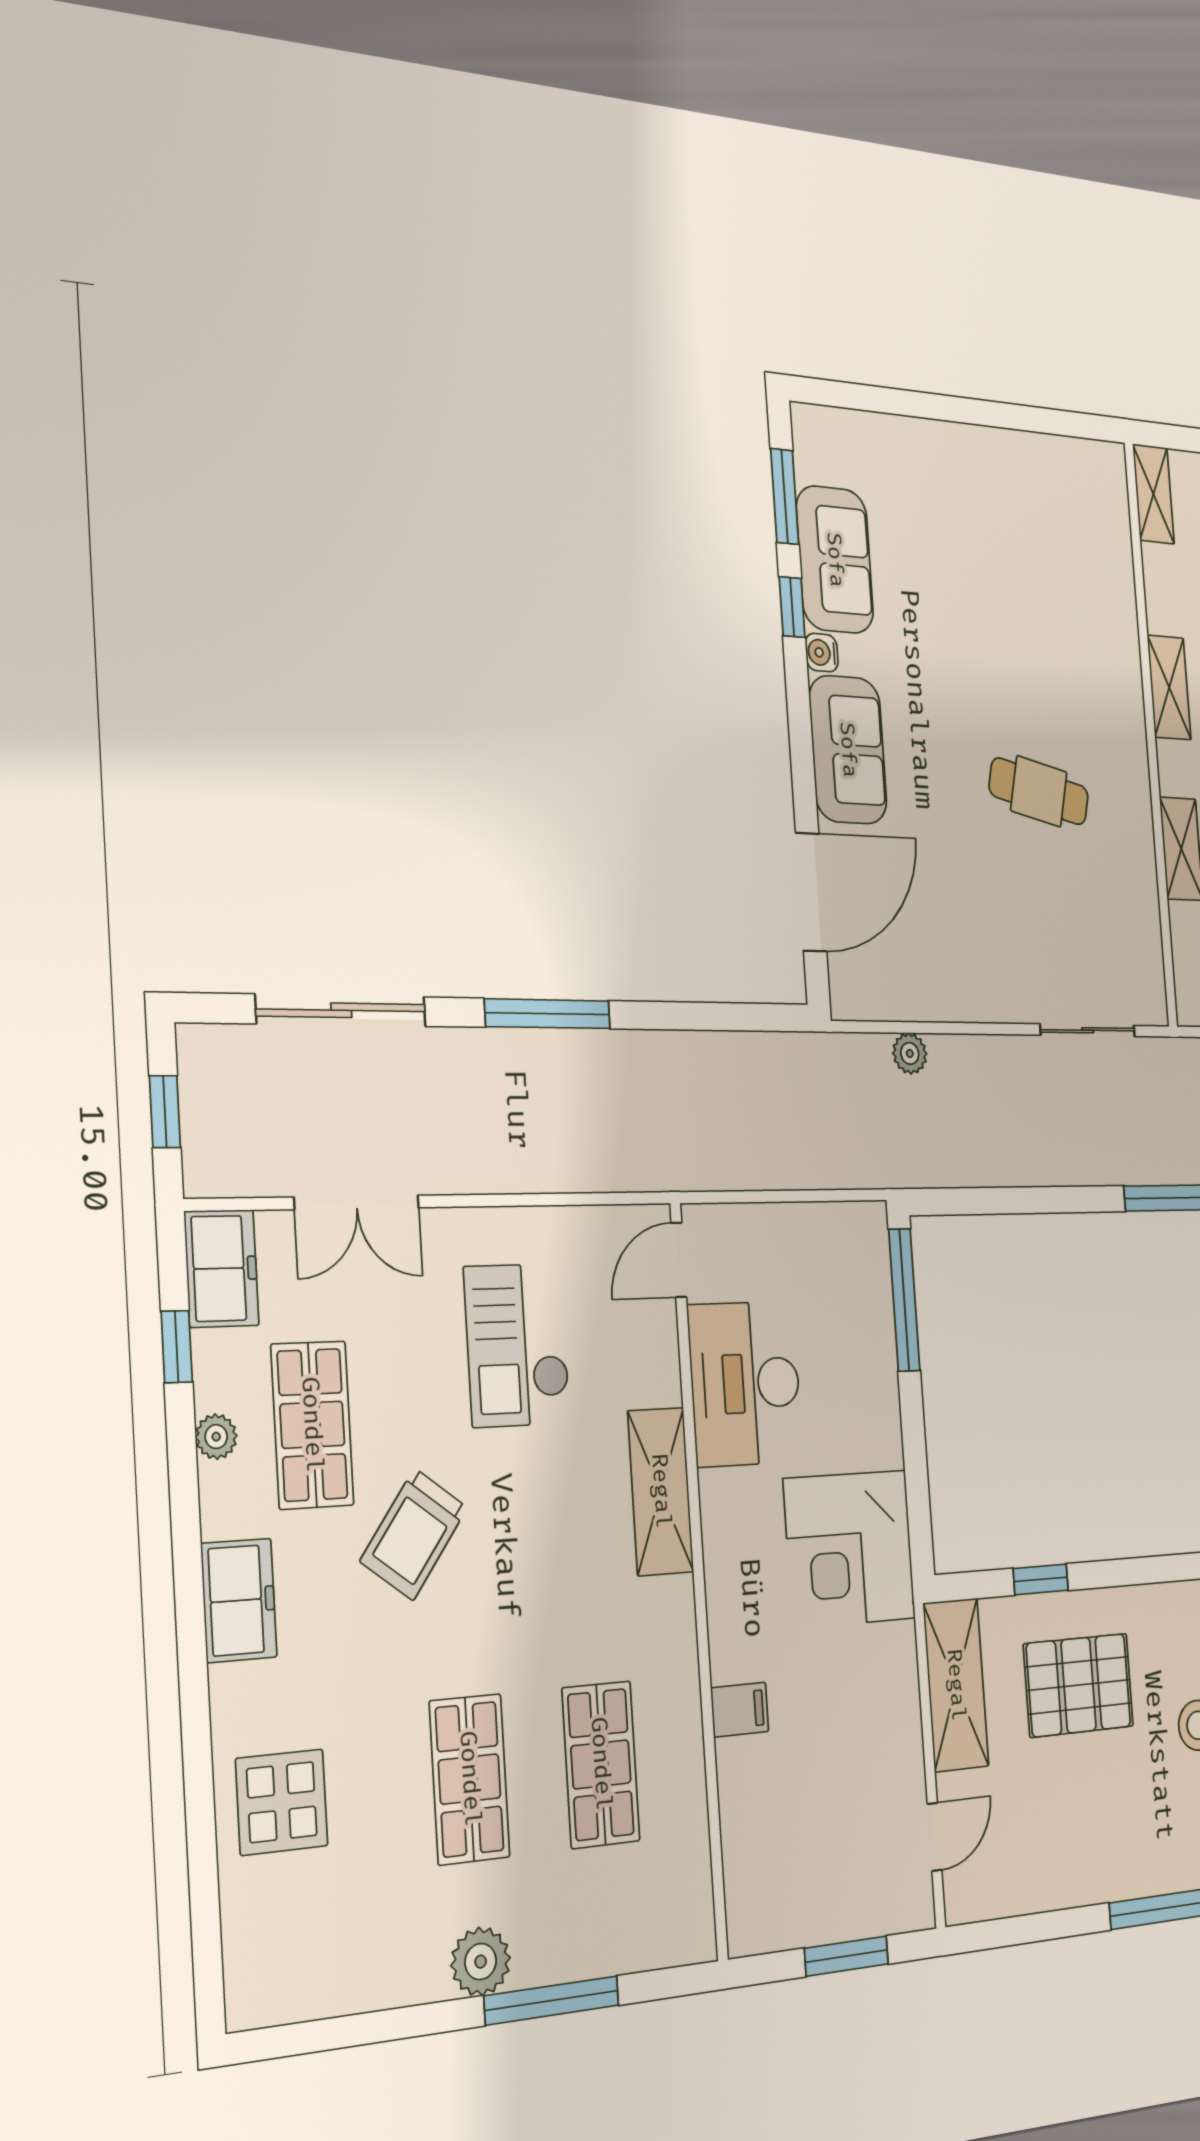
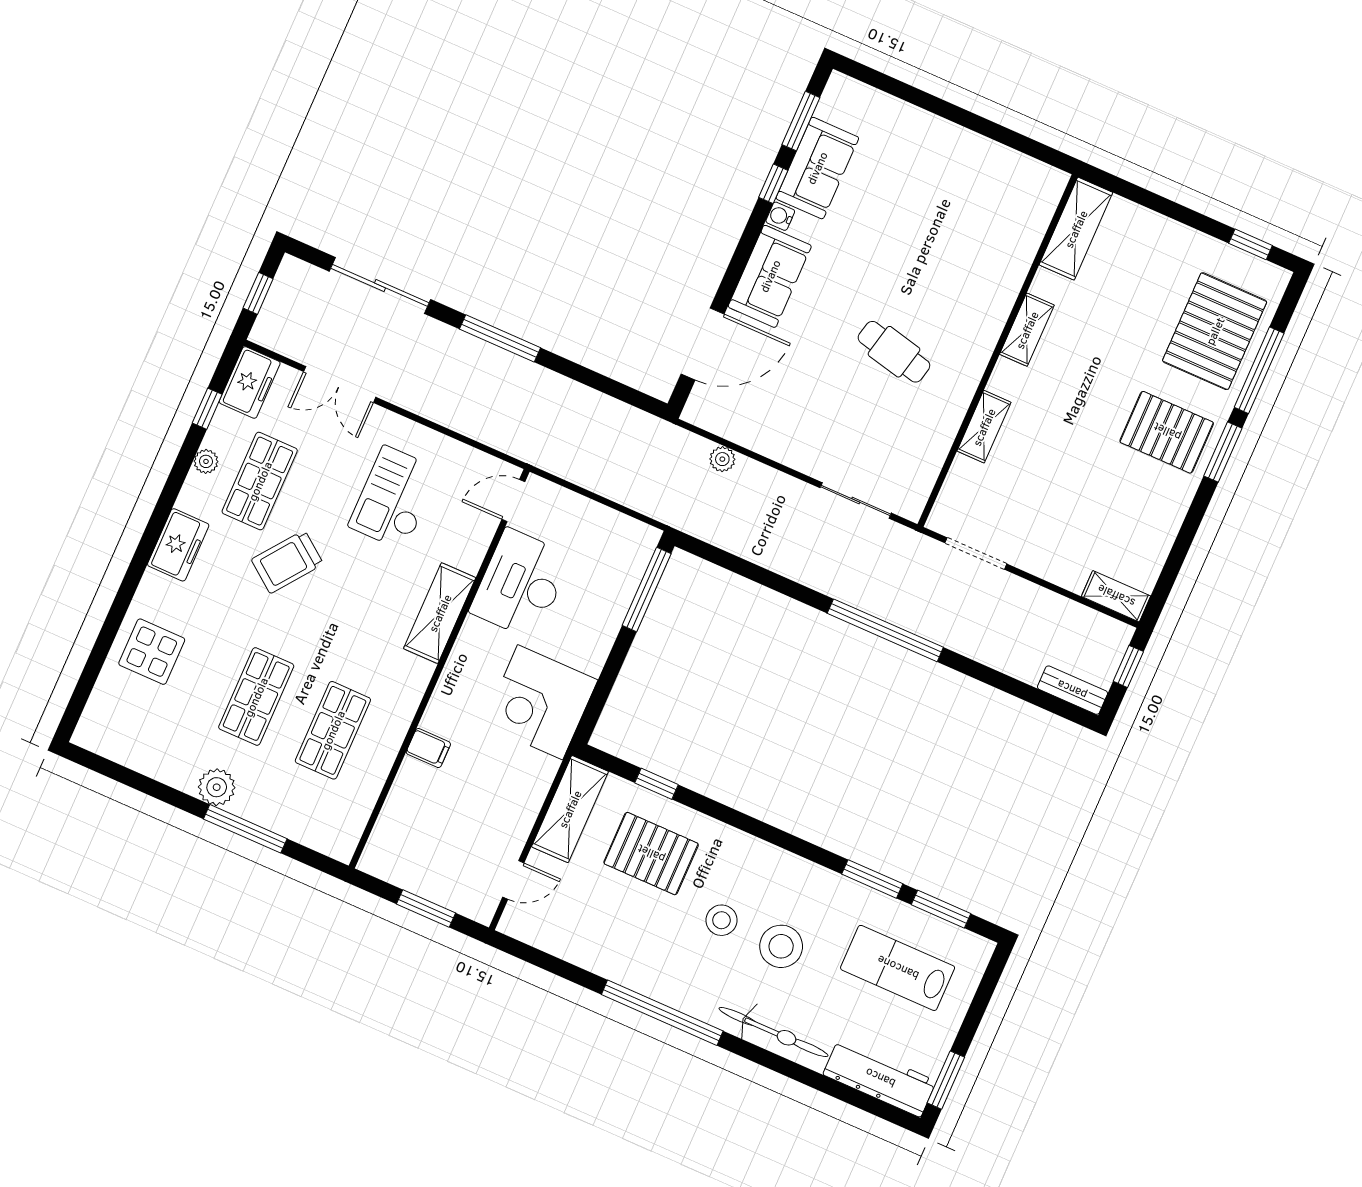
shelving: (1153, 494) -> (1076, 229), width x1.50, depth x1.33

